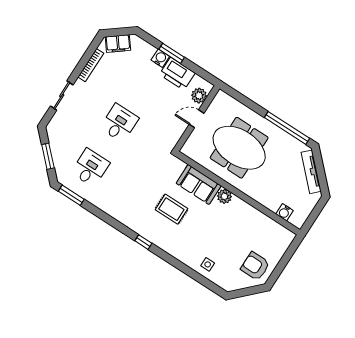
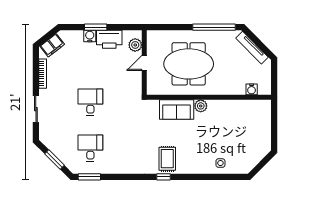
rug: (171, 209) -> (167, 159), moved, turned 90
armchair: (255, 266) -> (256, 142), removed

